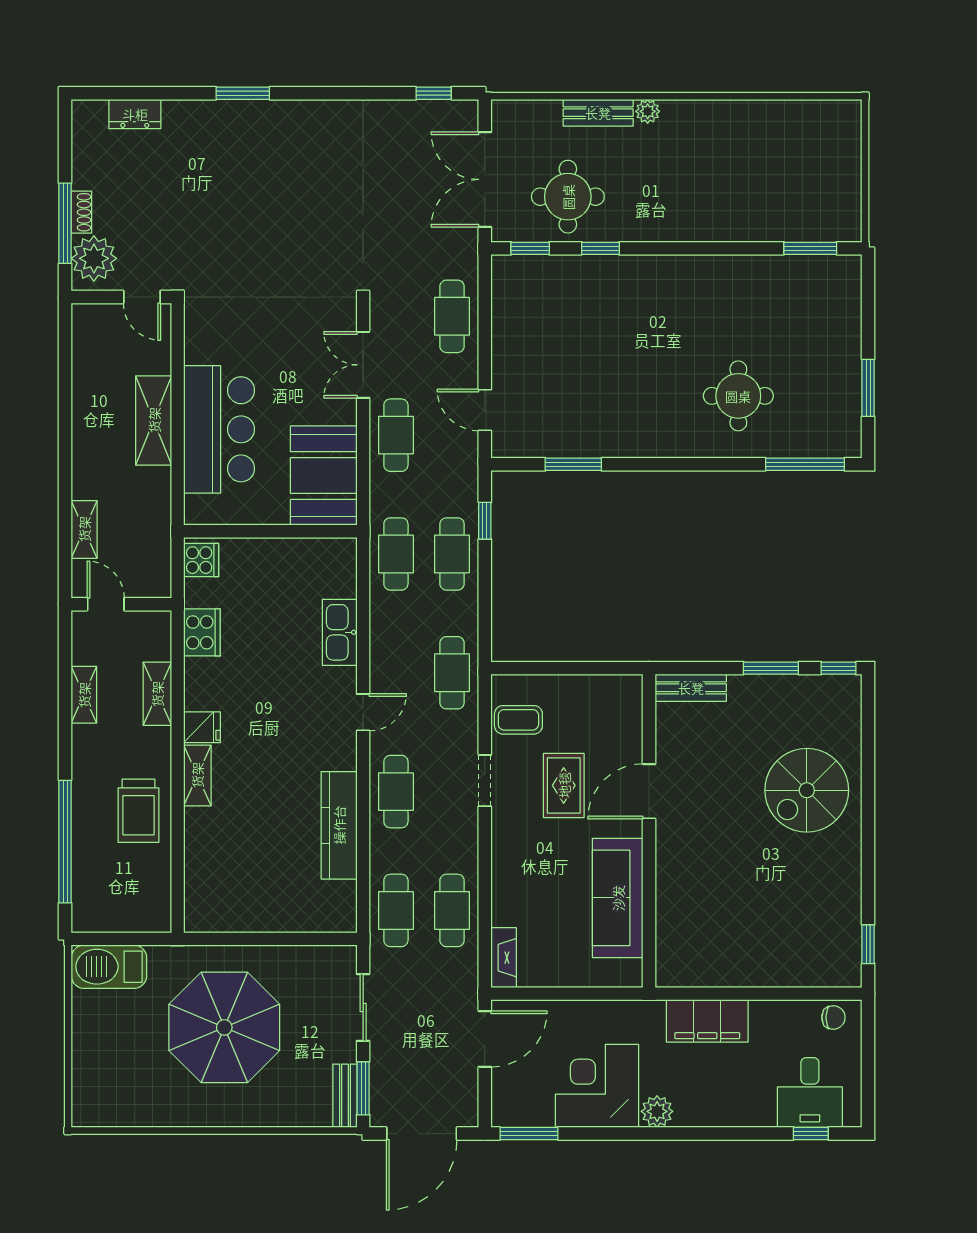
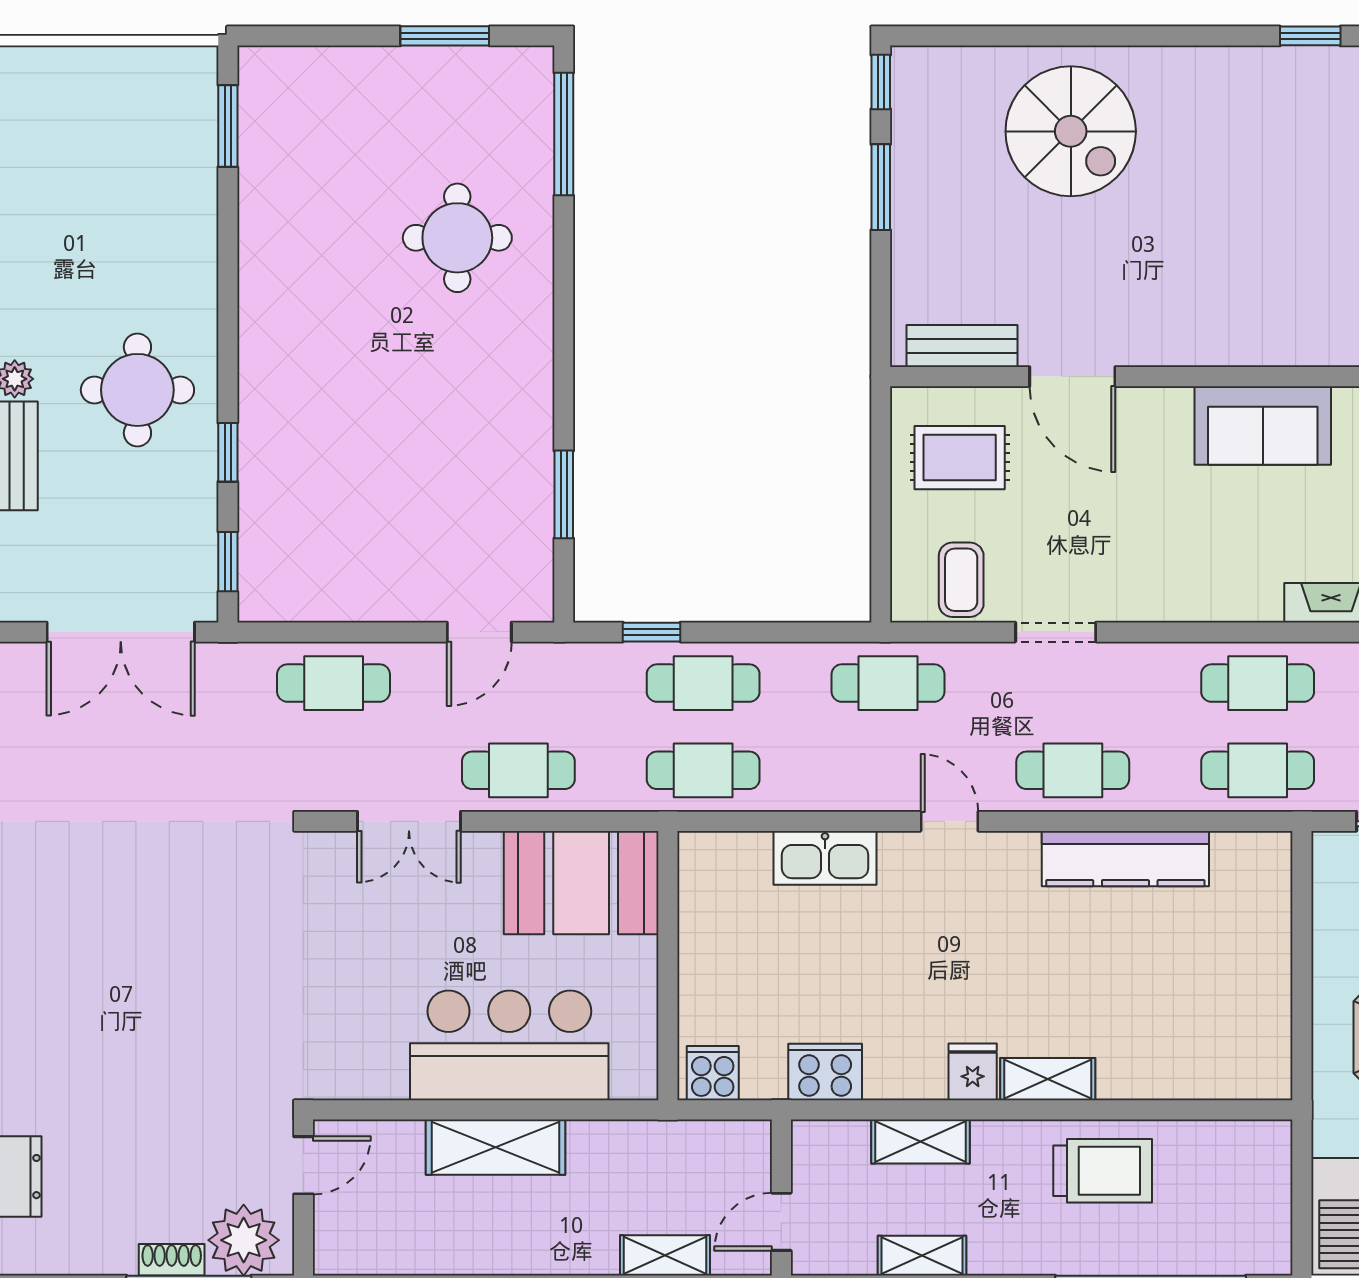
round table: (568, 197) -> (137, 390), moved
bench: (691, 688) -> (962, 346), moved, turned 90
rug: (564, 785) -> (960, 458), moved
sofa: (618, 898) -> (1263, 425), width x0.73

